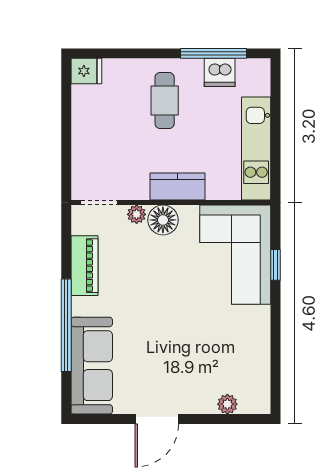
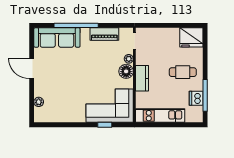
fridge: (86, 71) -> (191, 37), width x1.88, depth x1.34

